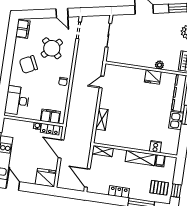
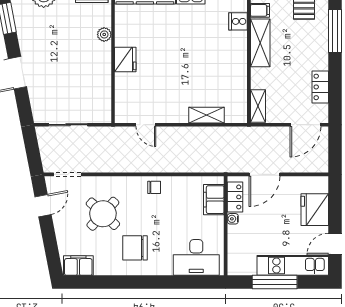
chair: (28, 65) -> (135, 248), turned 116
fridge: (153, 77) -> (125, 60), moved
fridge: (46, 178) -> (315, 210), moved
locker: (119, 192) -> (320, 87), moved

